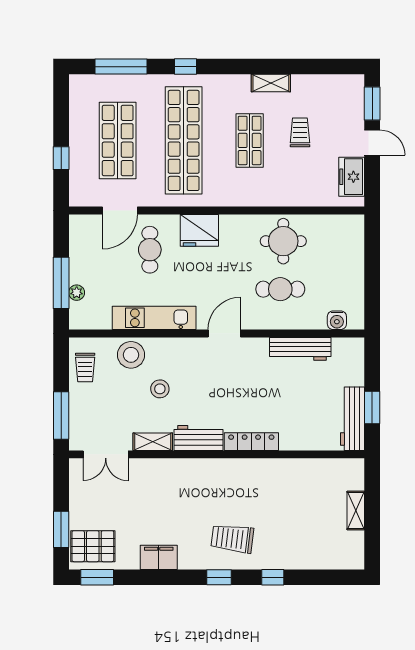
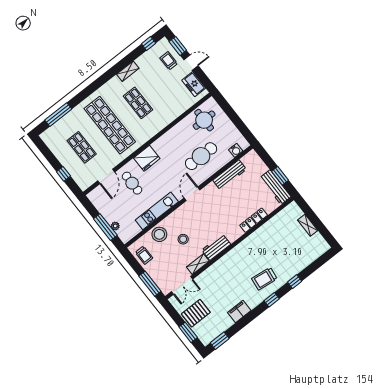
window: (186, 67) -> (149, 44), moved
trolley: (300, 132) -> (169, 61), moved
shop shelf: (118, 140) -> (82, 147), width x0.70, depth x0.74
round table: (283, 241) -> (204, 120), moved
cafe table: (280, 289) -> (201, 156), width x1.37, depth x1.35
locker: (251, 442) -> (254, 220), moved
pallet: (93, 546) -> (196, 313), moved

